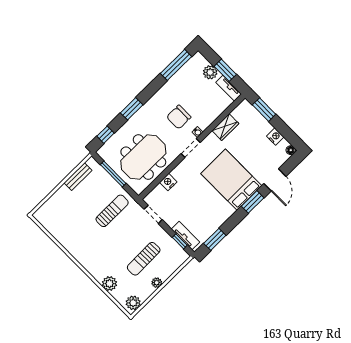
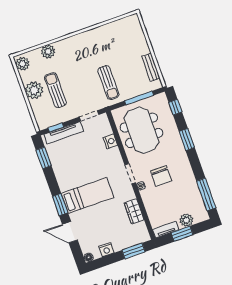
chair: (179, 117) -> (161, 176), turned 180
bed: (231, 180) -> (87, 195), width x0.67
tv unit: (185, 236) -> (64, 133), width x1.41
plant: (157, 283) -> (34, 90), width x1.87, depth x1.87

